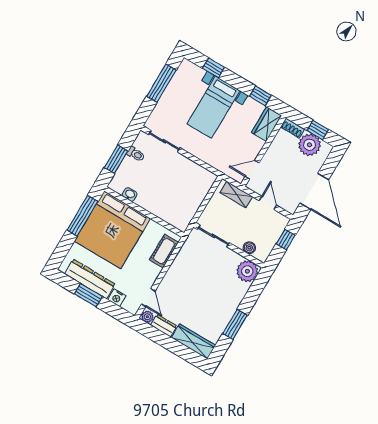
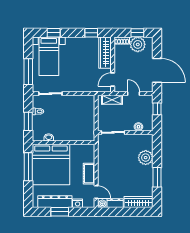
window: (161, 83) -> (28, 72), moved
bed with nightstands: (213, 107) -> (49, 56), moved
wardrobe: (267, 124) -> (105, 53), width x1.50
cot: (164, 251) -> (89, 174), moved
plant: (247, 271) -> (146, 158), moved

